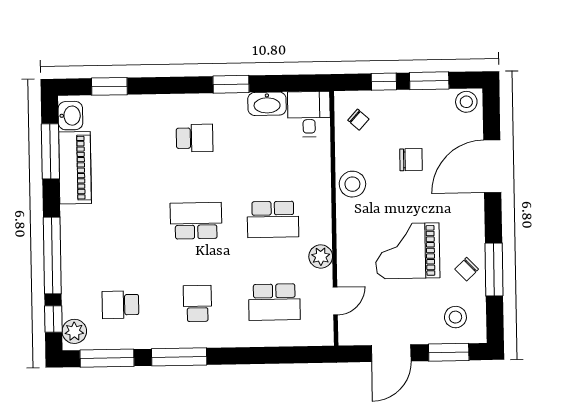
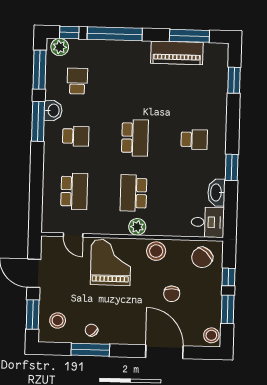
washbasin: (70, 116) -> (53, 110), moved, turned -90
chair: (358, 120) -> (202, 257), width x1.87, depth x1.87
school desk: (195, 138) -> (194, 139), turned -90
grand piano: (408, 251) -> (111, 262), moved
plant: (321, 256) -> (137, 227), moved
school desk: (274, 302) -> (74, 191), turned 180

